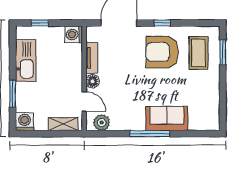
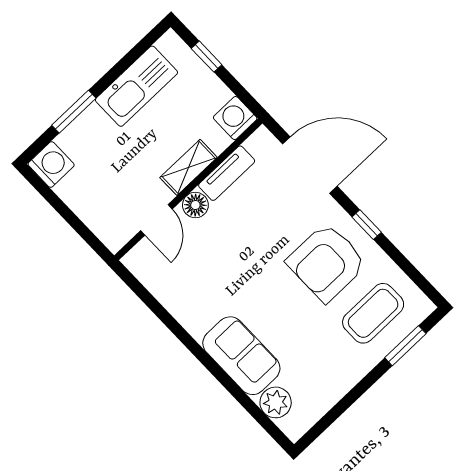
armchair: (162, 52) -> (327, 262), turned -90
plant: (102, 123) -> (276, 402), moved
shelving: (63, 124) -> (189, 167), moved, turned 90
window: (150, 134) -> (198, 352), removed

